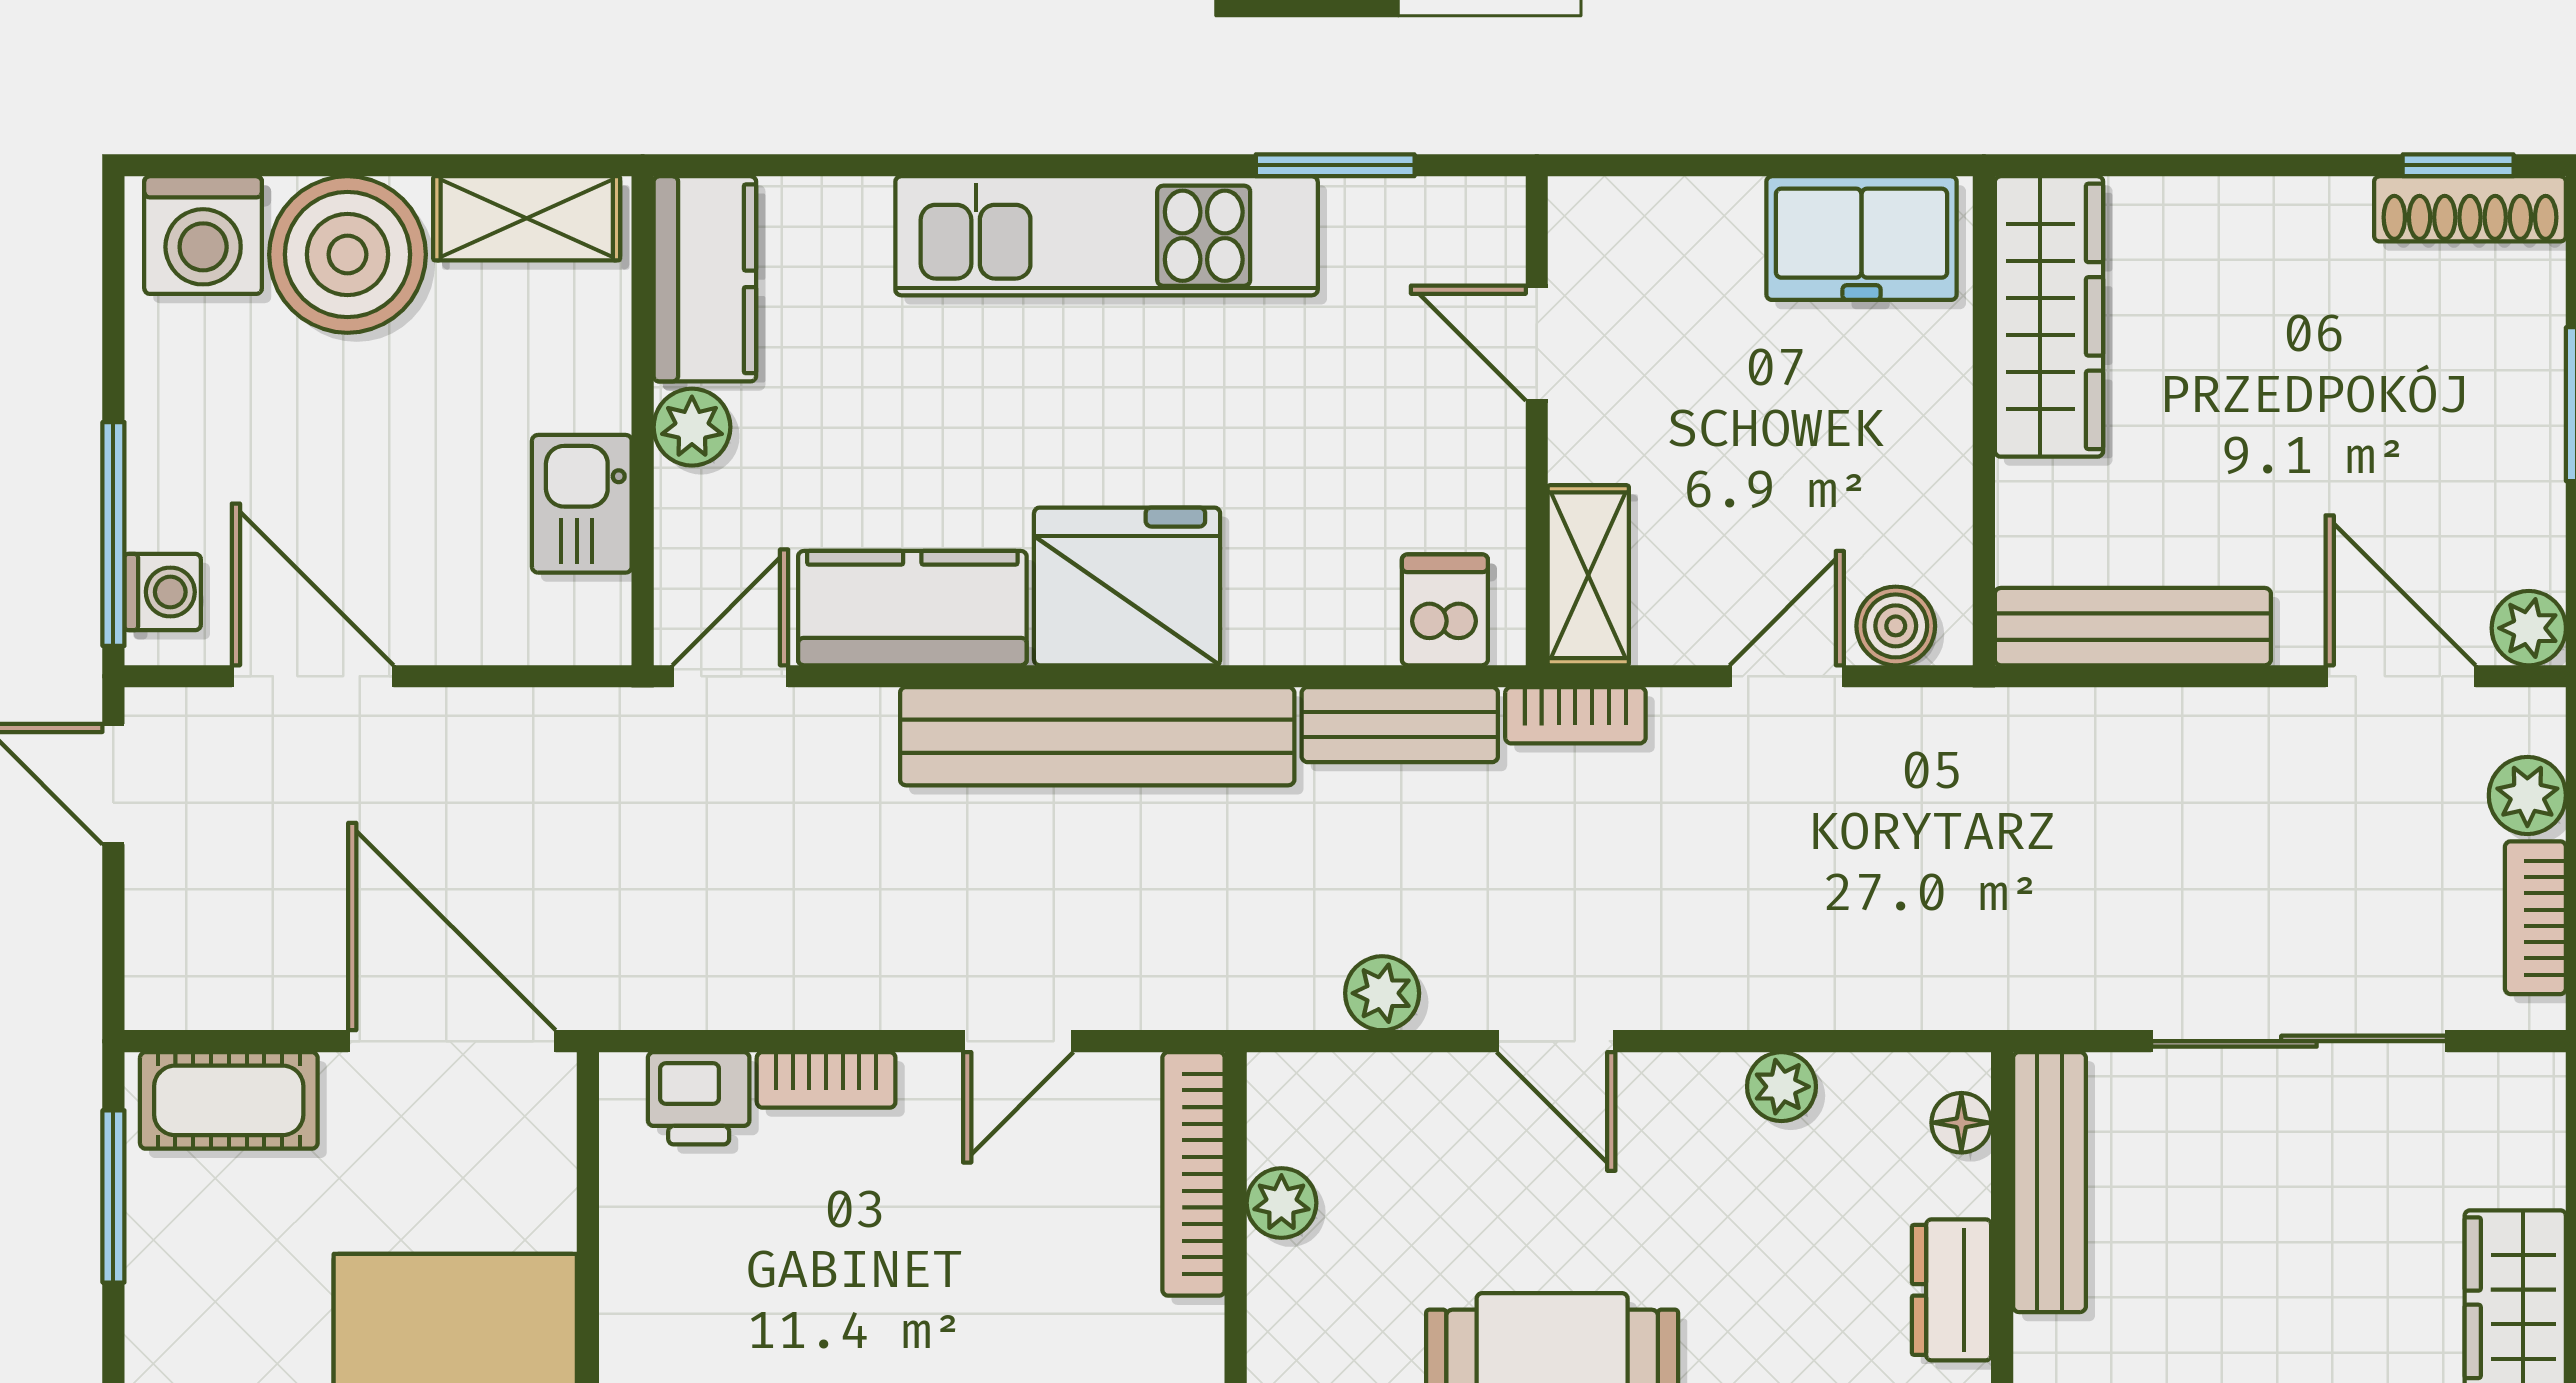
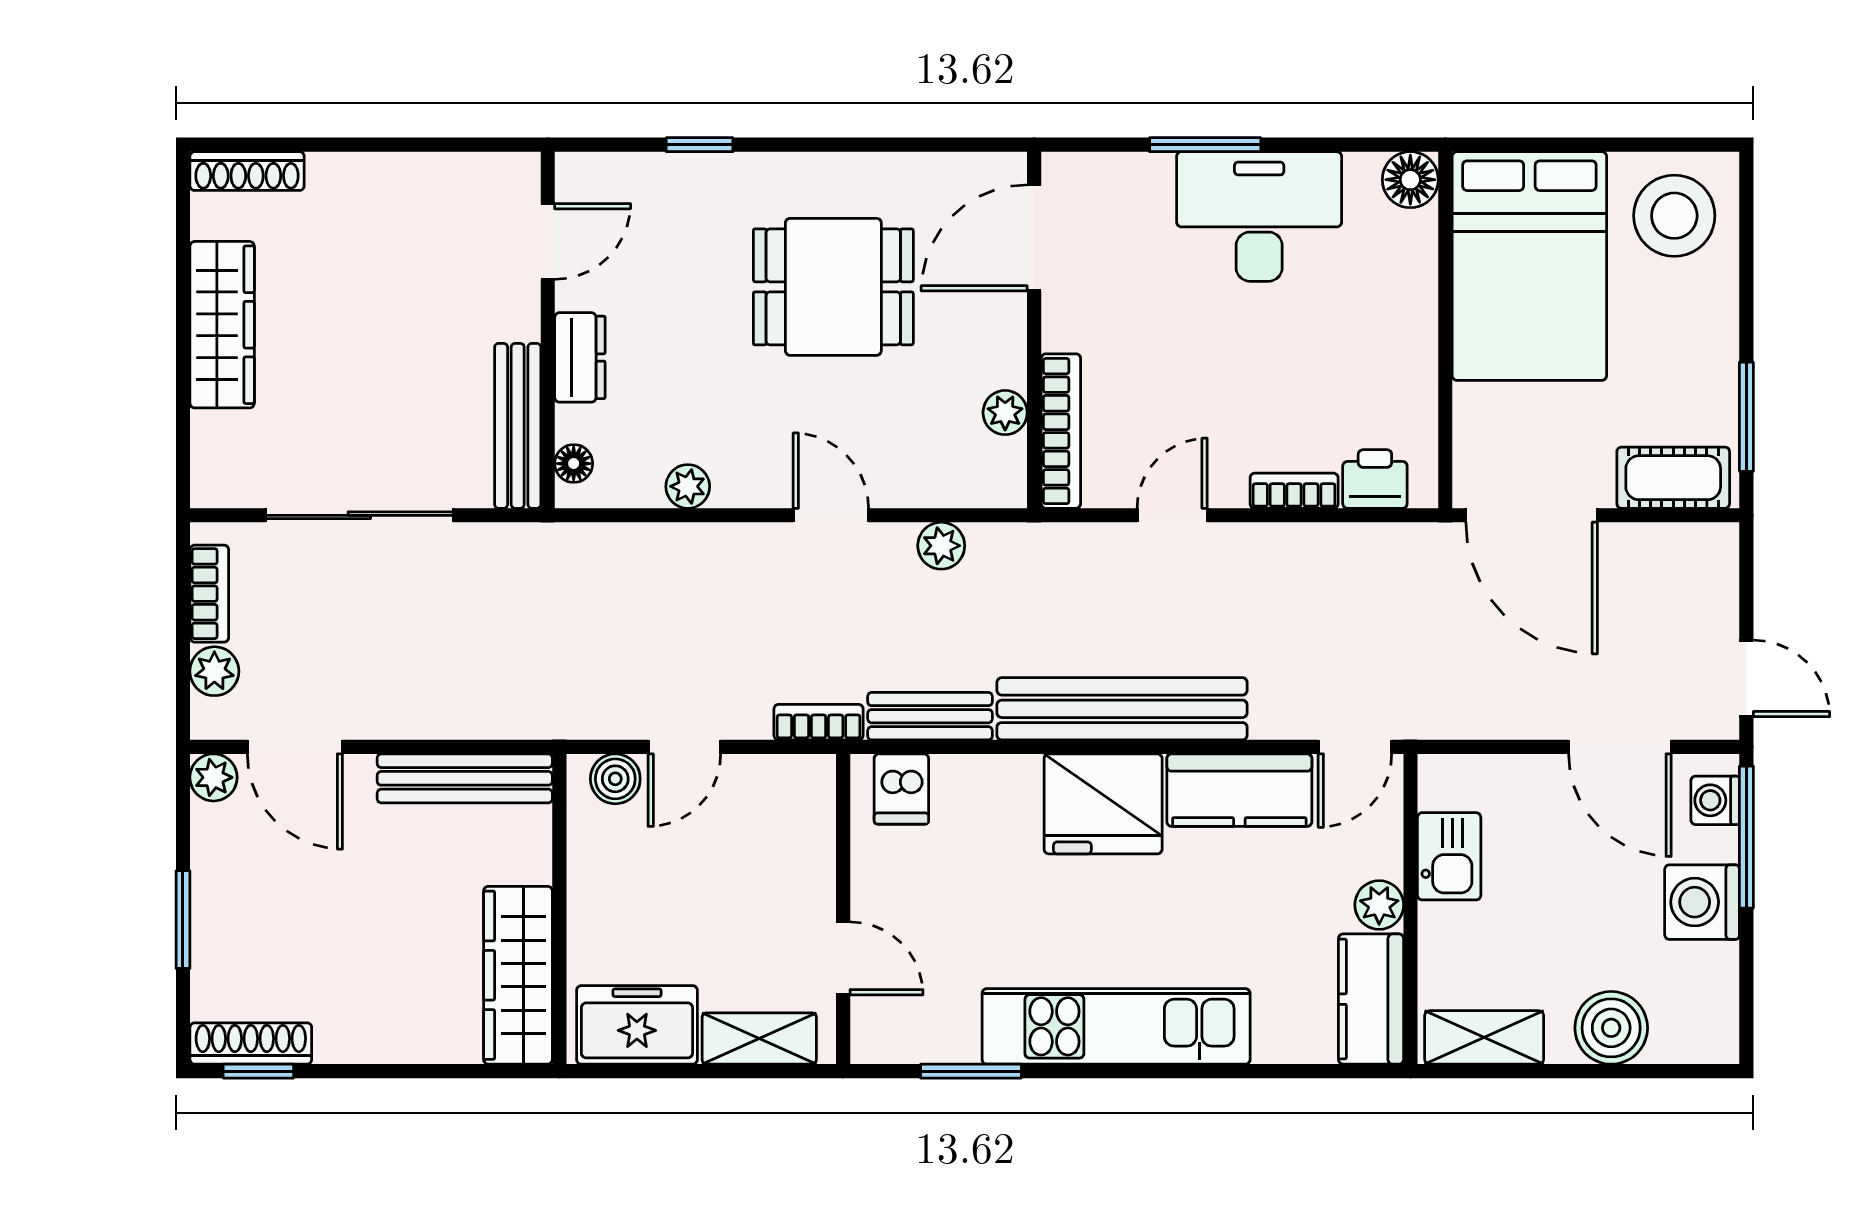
washing machine: (203, 235) -> (1702, 902), moved, turned -90
boiler: (347, 254) -> (1611, 1028), width x0.73, depth x0.73
shelving: (1588, 575) -> (759, 1038), moved, turned 90

